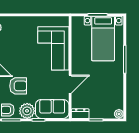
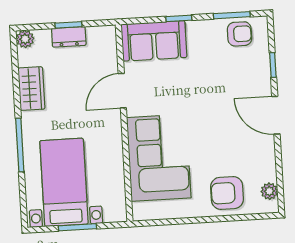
armchair: (18, 86) -> (227, 193), moved
wardrobe: (117, 88) -> (31, 89), added
plant: (27, 111) -> (202, 34), removed
dresser: (80, 114) -> (69, 37), moved

